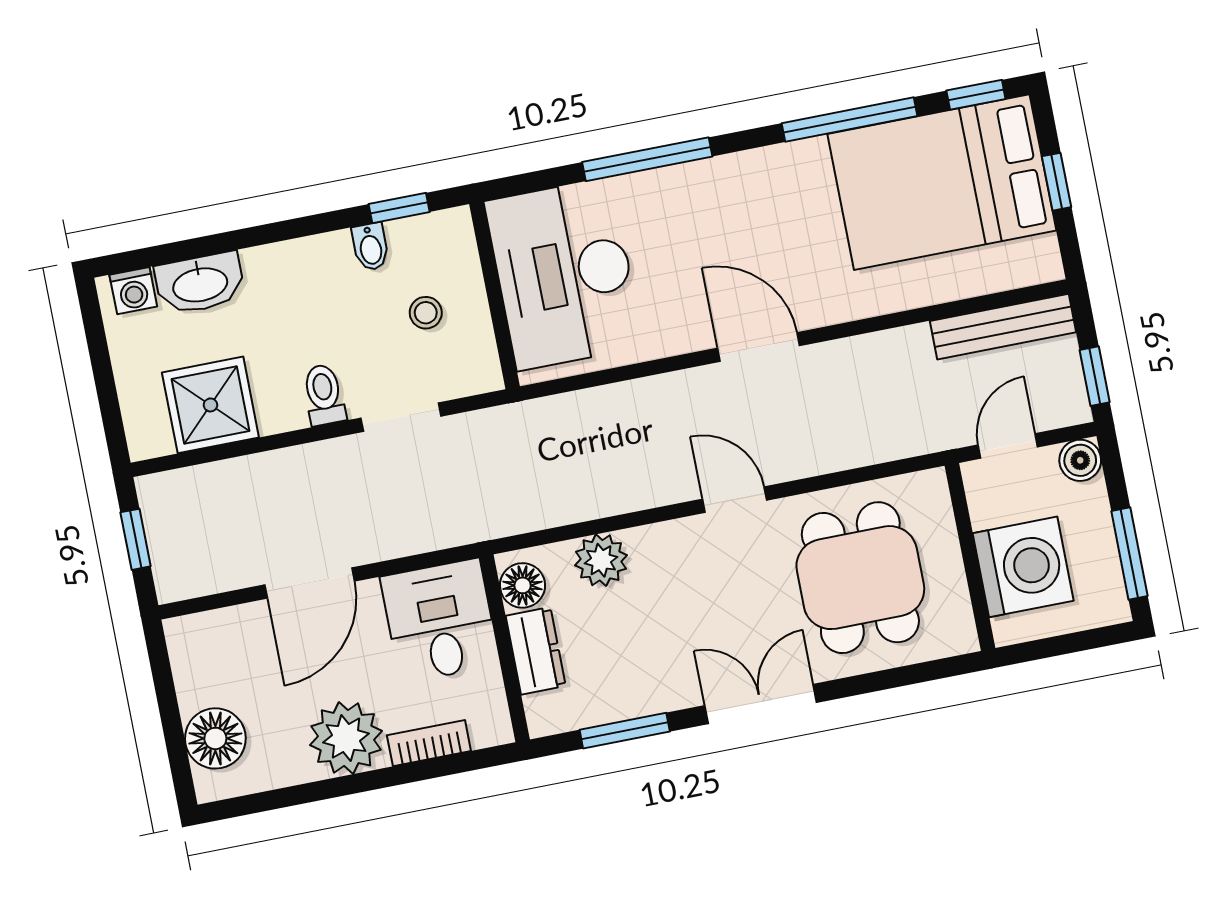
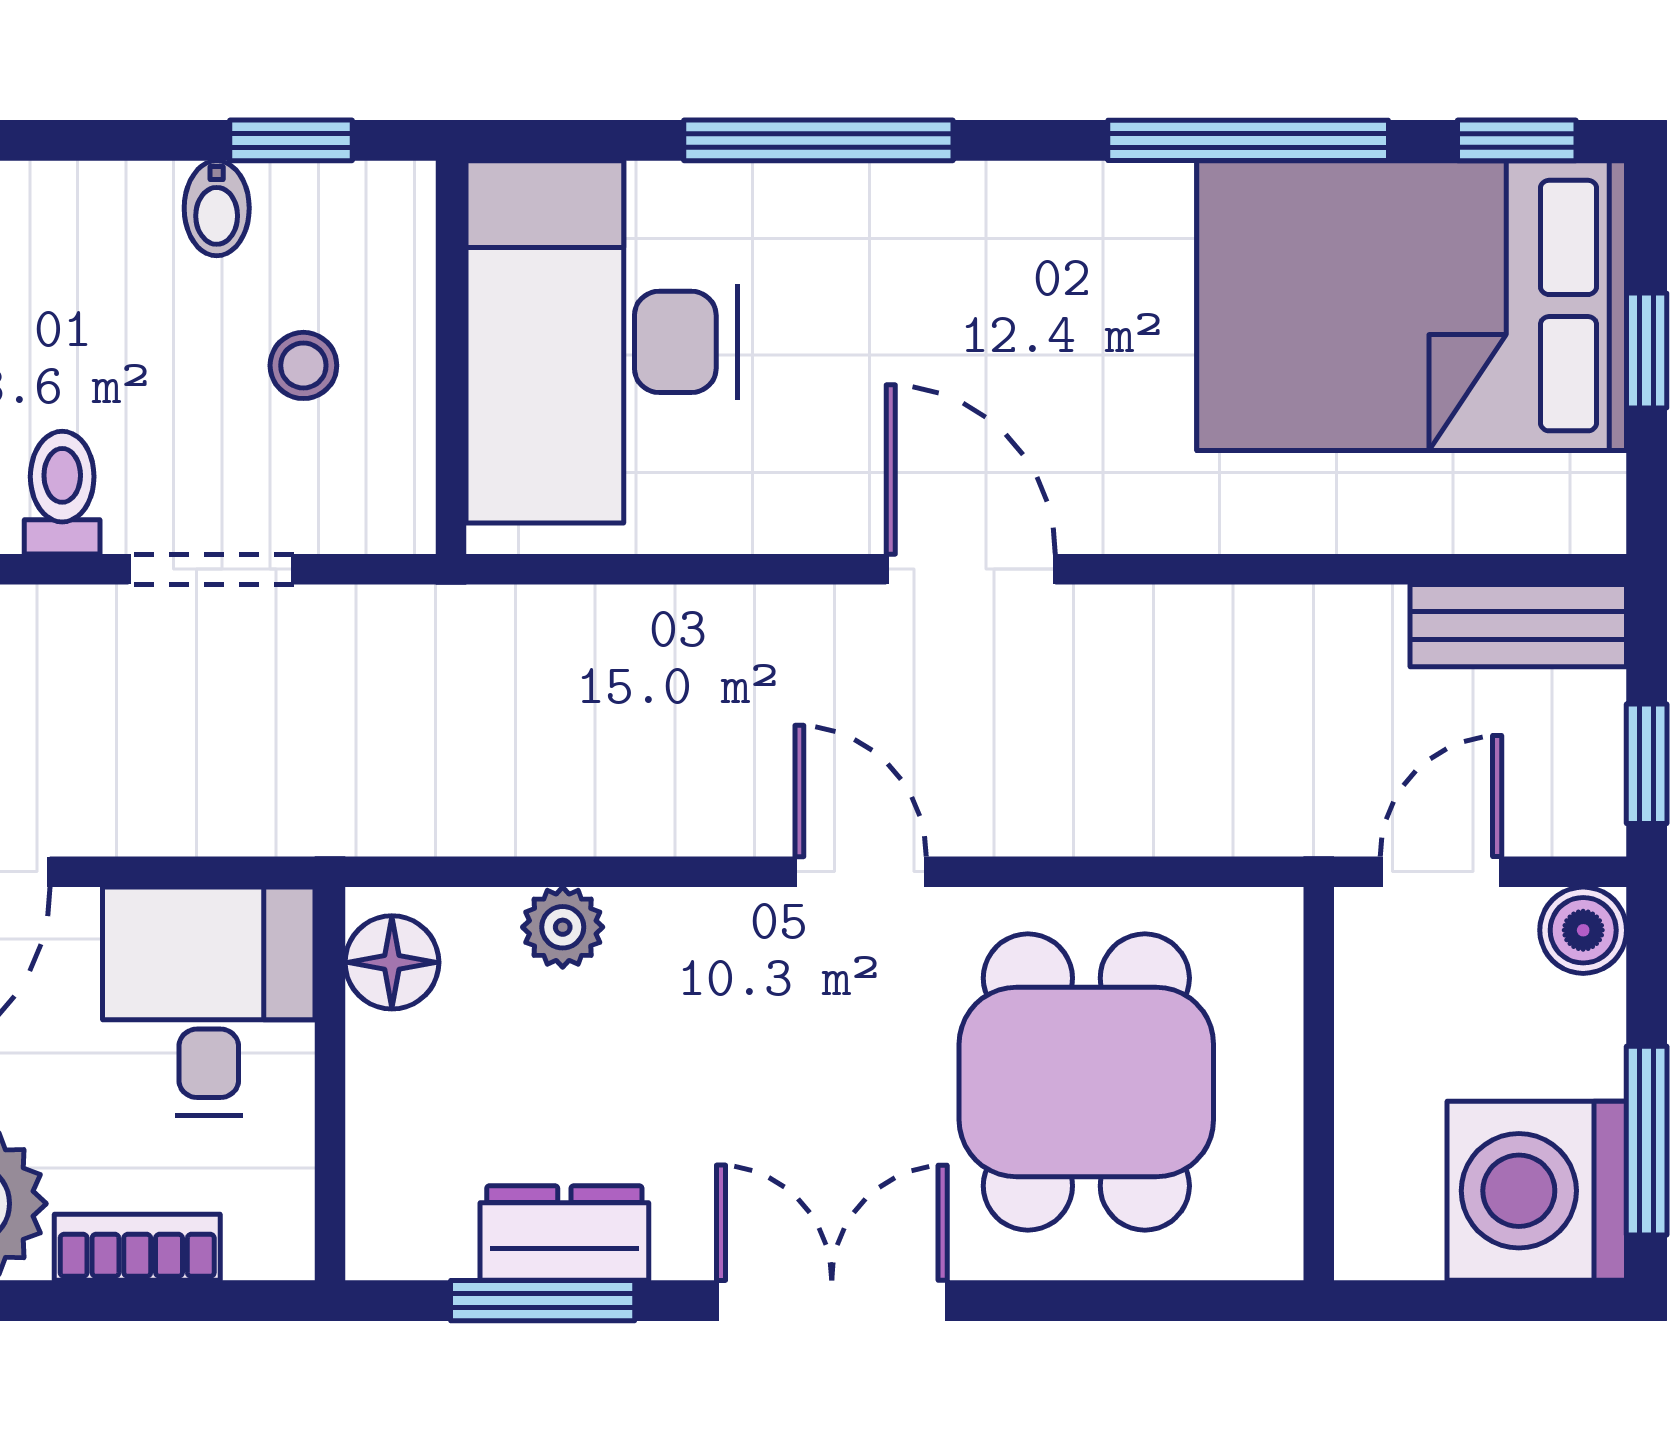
bench: (1003, 327) -> (1518, 626), width x0.73
plant: (601, 560) -> (563, 927), width x0.73, depth x0.73
washing machine: (1023, 567) -> (1537, 1191), moved, turned 180
dresser: (536, 651) -> (564, 1233), moved, turned -90

